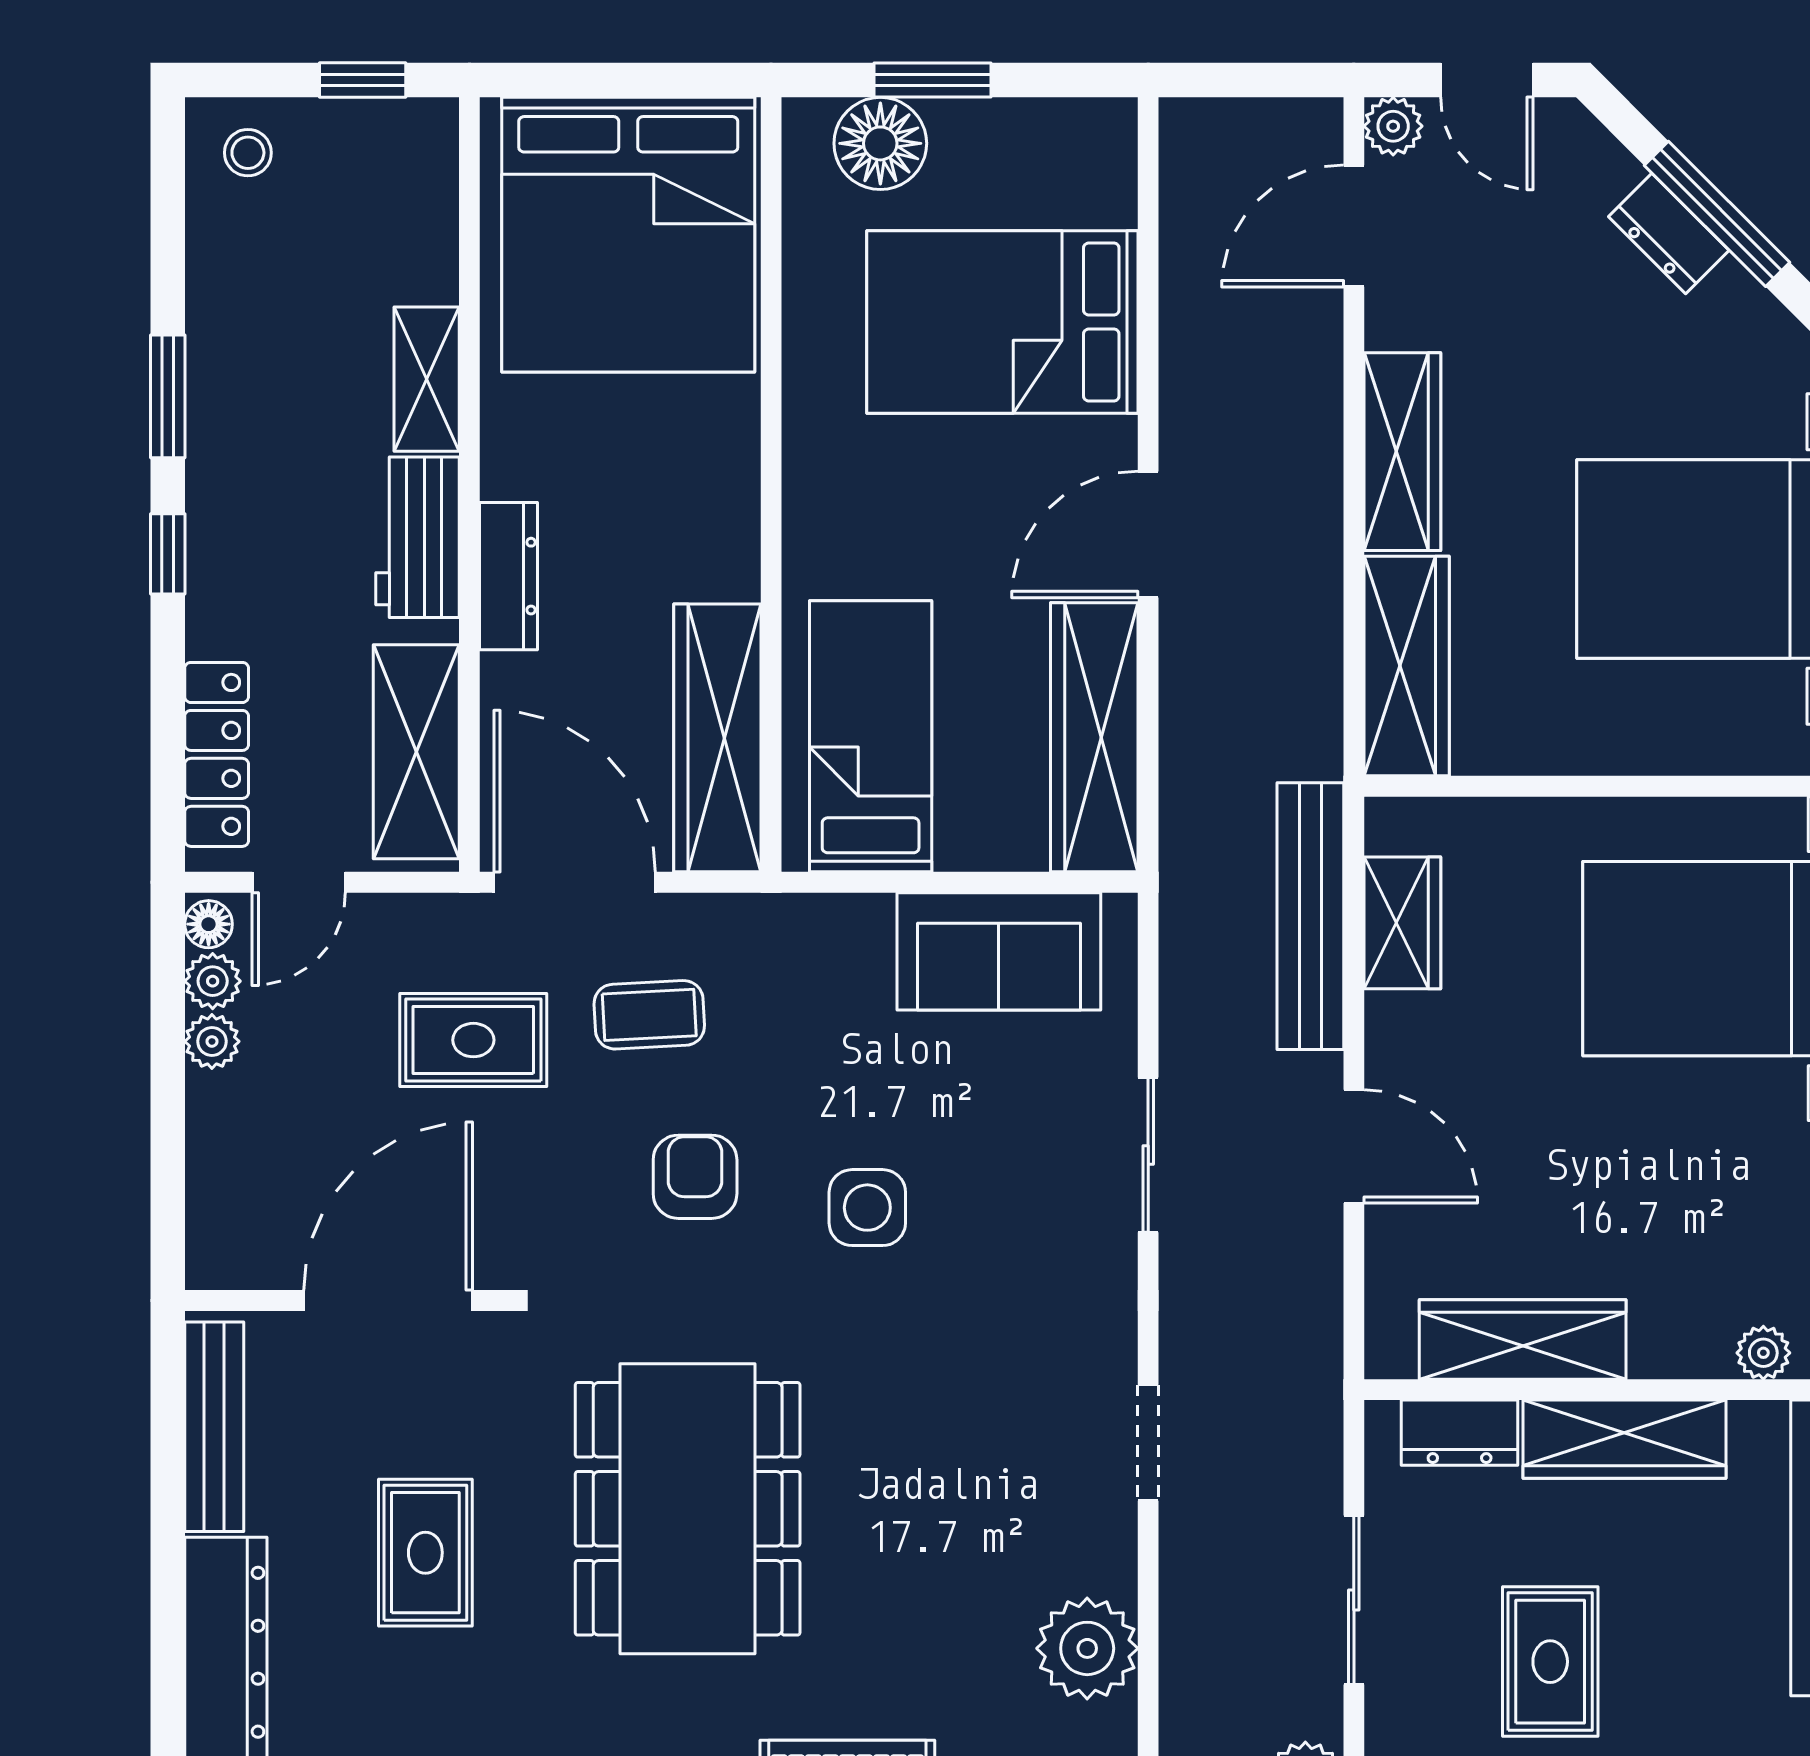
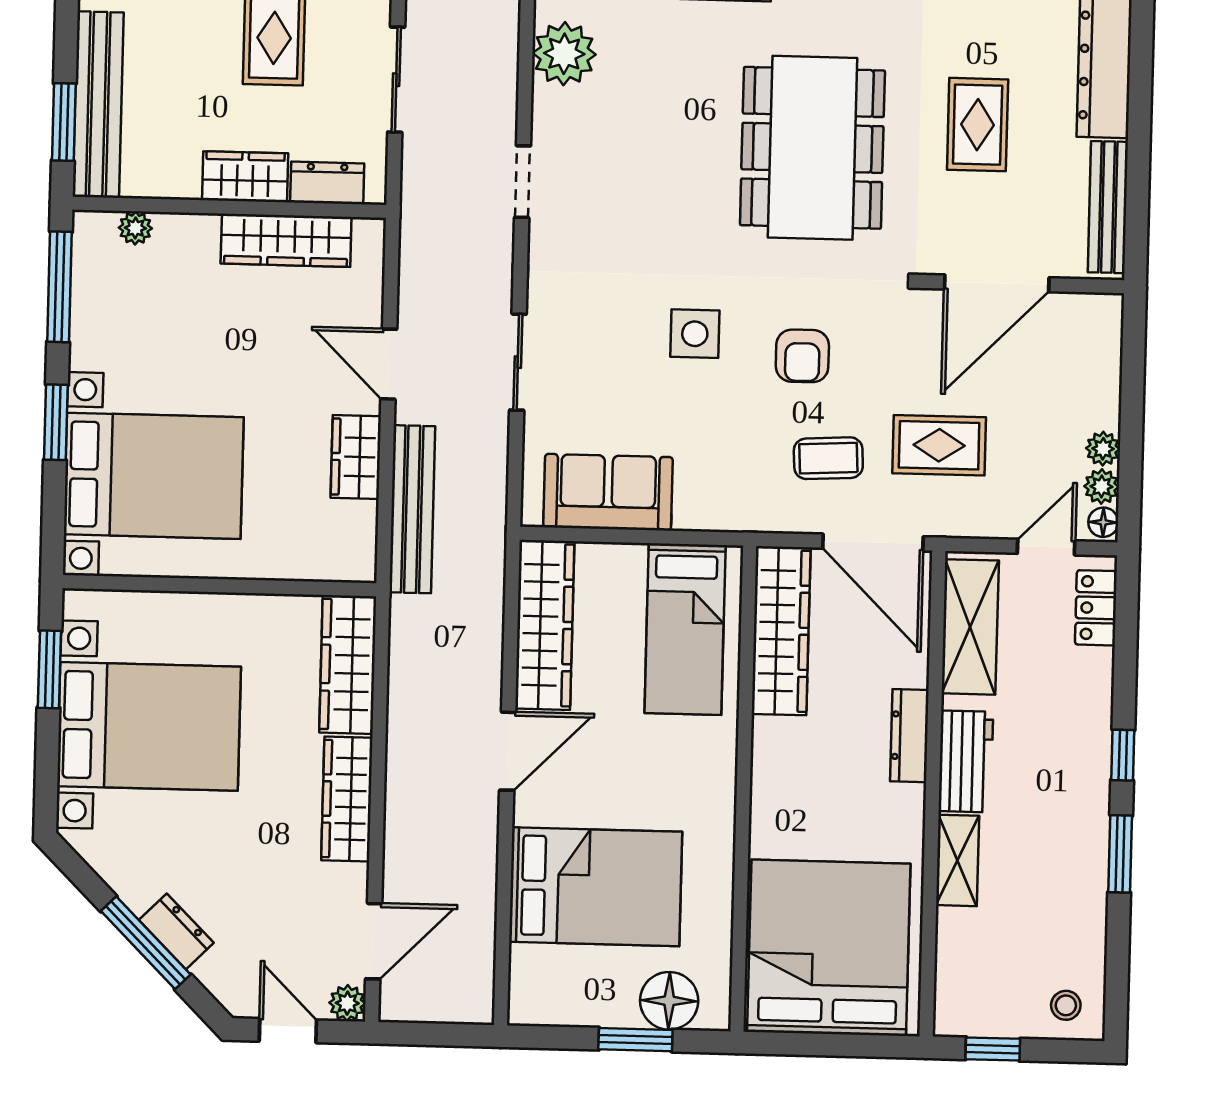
locker: (217, 754) -> (1096, 608), width x0.66
wardrobe: (1402, 923) -> (356, 457), moved
wardrobe: (1624, 1439) -> (245, 177), width x0.67

